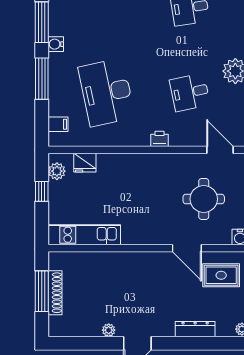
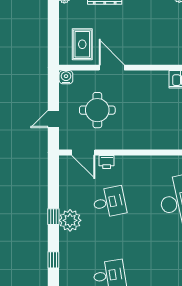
printer: (159, 139) -> (107, 162), moved
rug: (221, 275) -> (82, 44), turned 90

